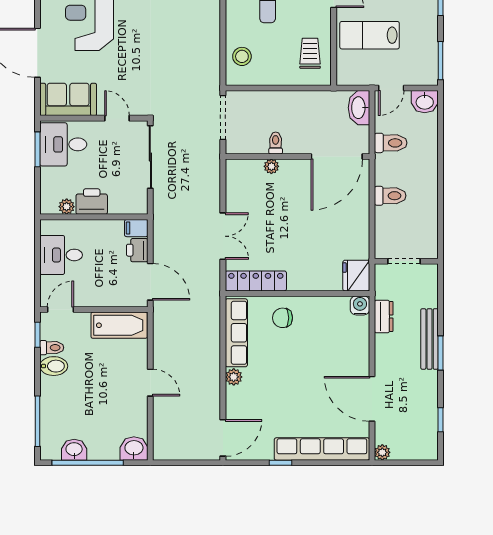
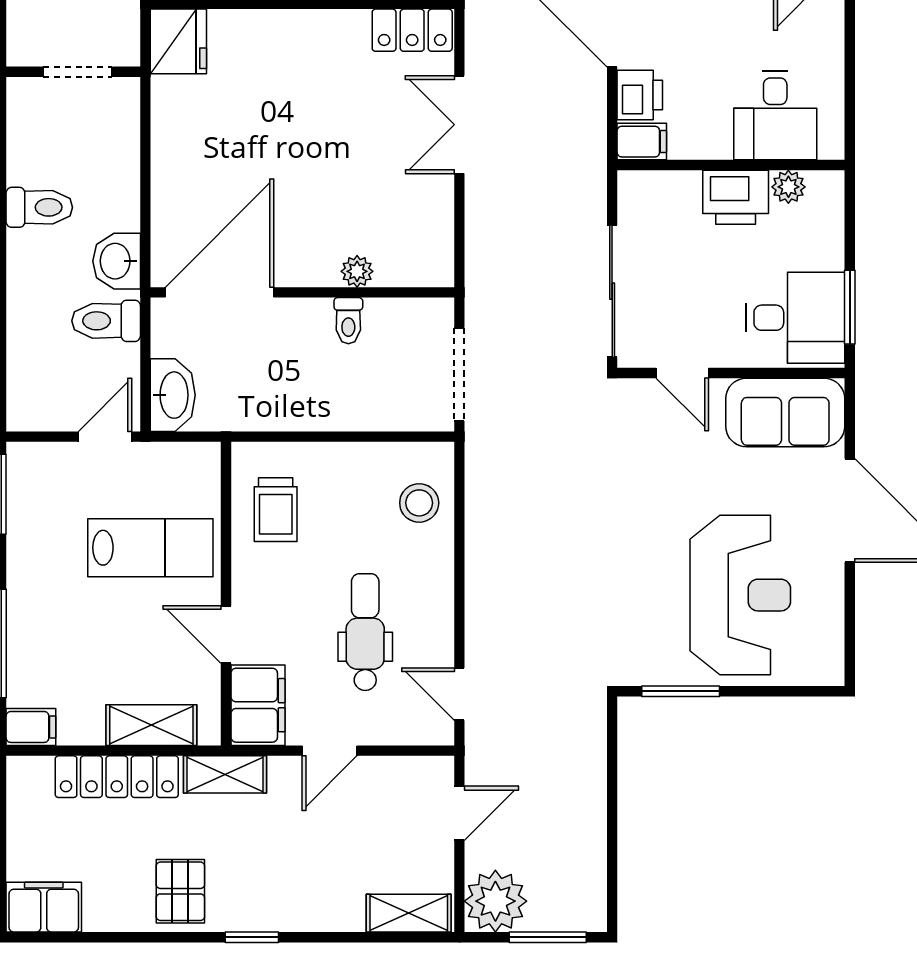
washbasin: (425, 102) -> (117, 261), moved, turned -90
toilet: (390, 196) -> (39, 207), moved, turned 180
desk: (61, 255) -> (775, 115), moved, turned 90
locker: (256, 281) -> (412, 30), width x0.66

